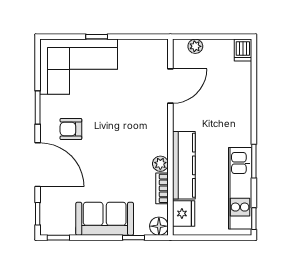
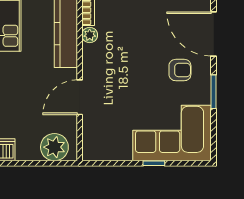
plant: (195, 46) -> (54, 147), width x1.88, depth x1.88
door: (170, 86) -> (80, 97), moved

